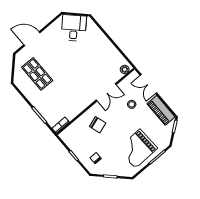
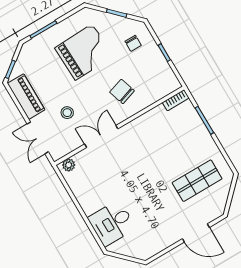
desk: (74, 28) -> (112, 223), moved, turned 45
shop shelf: (37, 74) -> (197, 181), turned 90
double door: (148, 84) -> (38, 138), swing flipped
grand piano: (138, 149) -> (84, 52), moved

